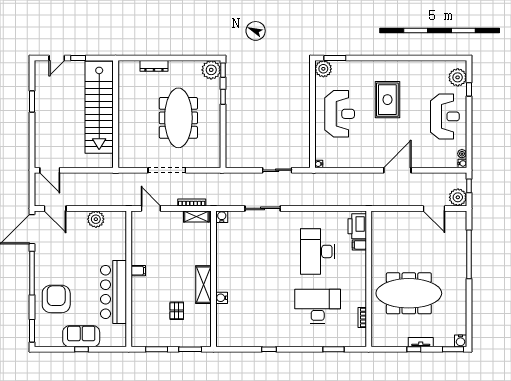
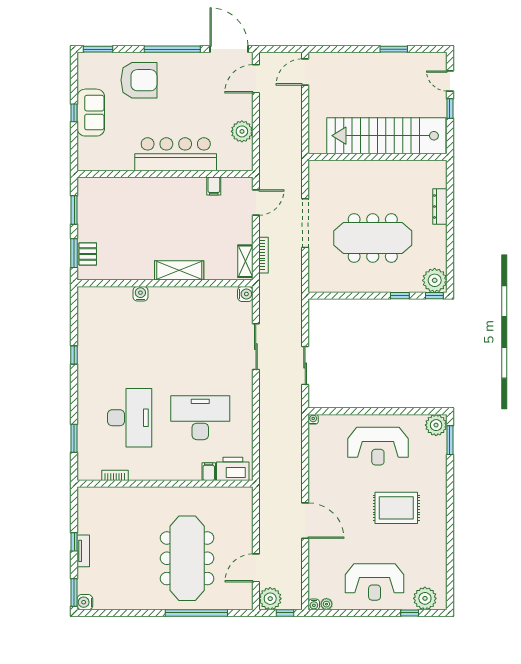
filing cabinet: (138, 271) -> (214, 186), moved
shelving: (203, 285) -> (179, 270), moved
bar counter: (114, 292) -> (176, 154), moved
meeting table: (409, 293) -> (187, 558), moved
pallet: (177, 311) -> (88, 254), moved, turned 90

